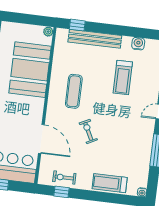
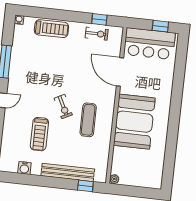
booth: (30, 70) -> (134, 122), moved
treadmill: (123, 77) -> (39, 134), turned 180
exercise bike: (88, 131) -> (63, 106), moved

